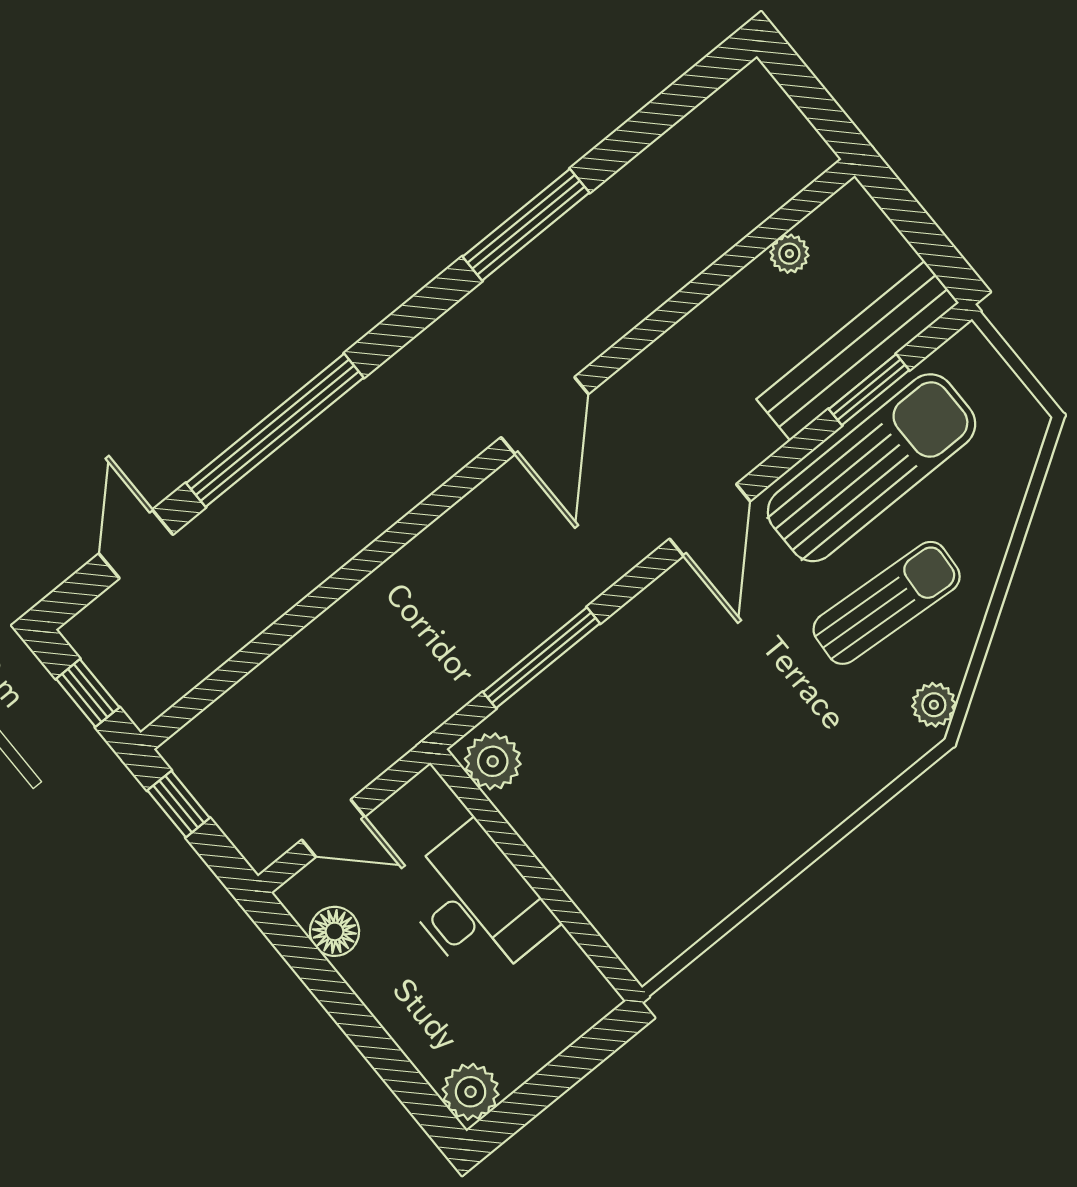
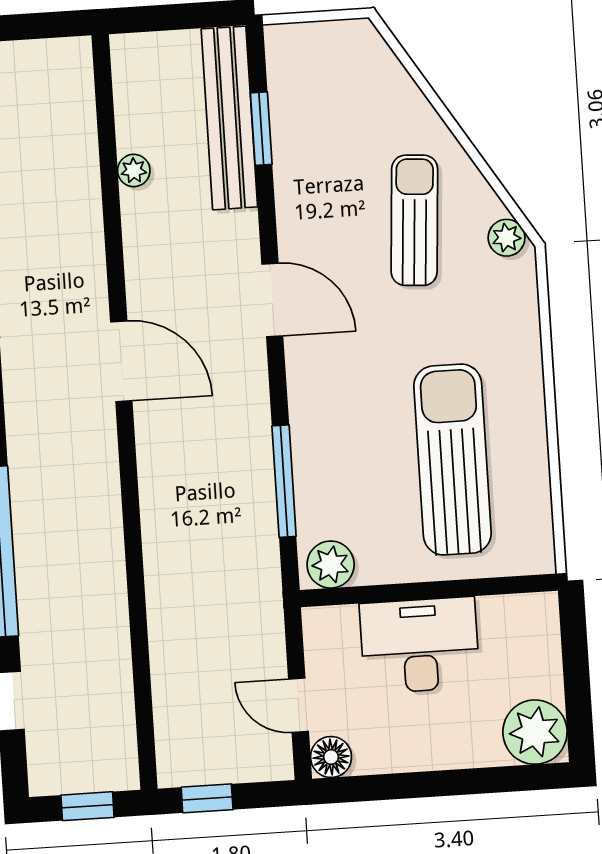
plant: (789, 254) -> (134, 170), moved
sun lounger: (872, 468) -> (453, 460), moved
door: (333, 828) -> (299, 705), swing flipped
floor lamp: (334, 931) -> (331, 757), moved
plant: (471, 1092) -> (535, 732), width x1.36, depth x1.36

